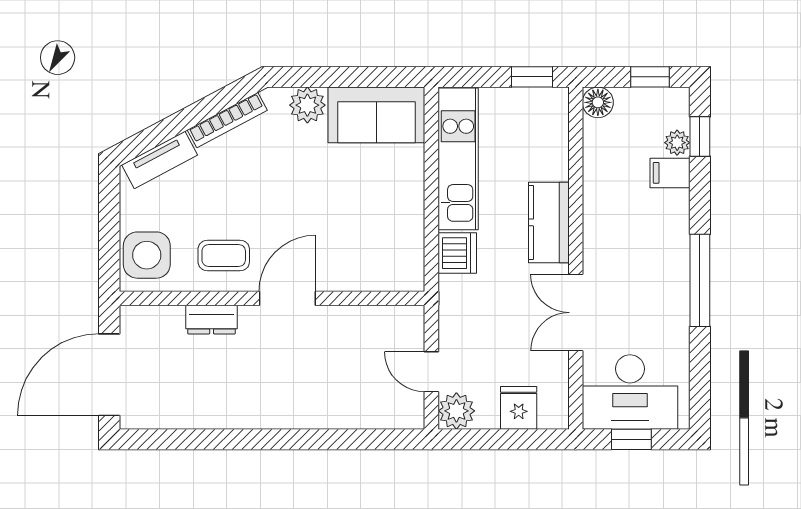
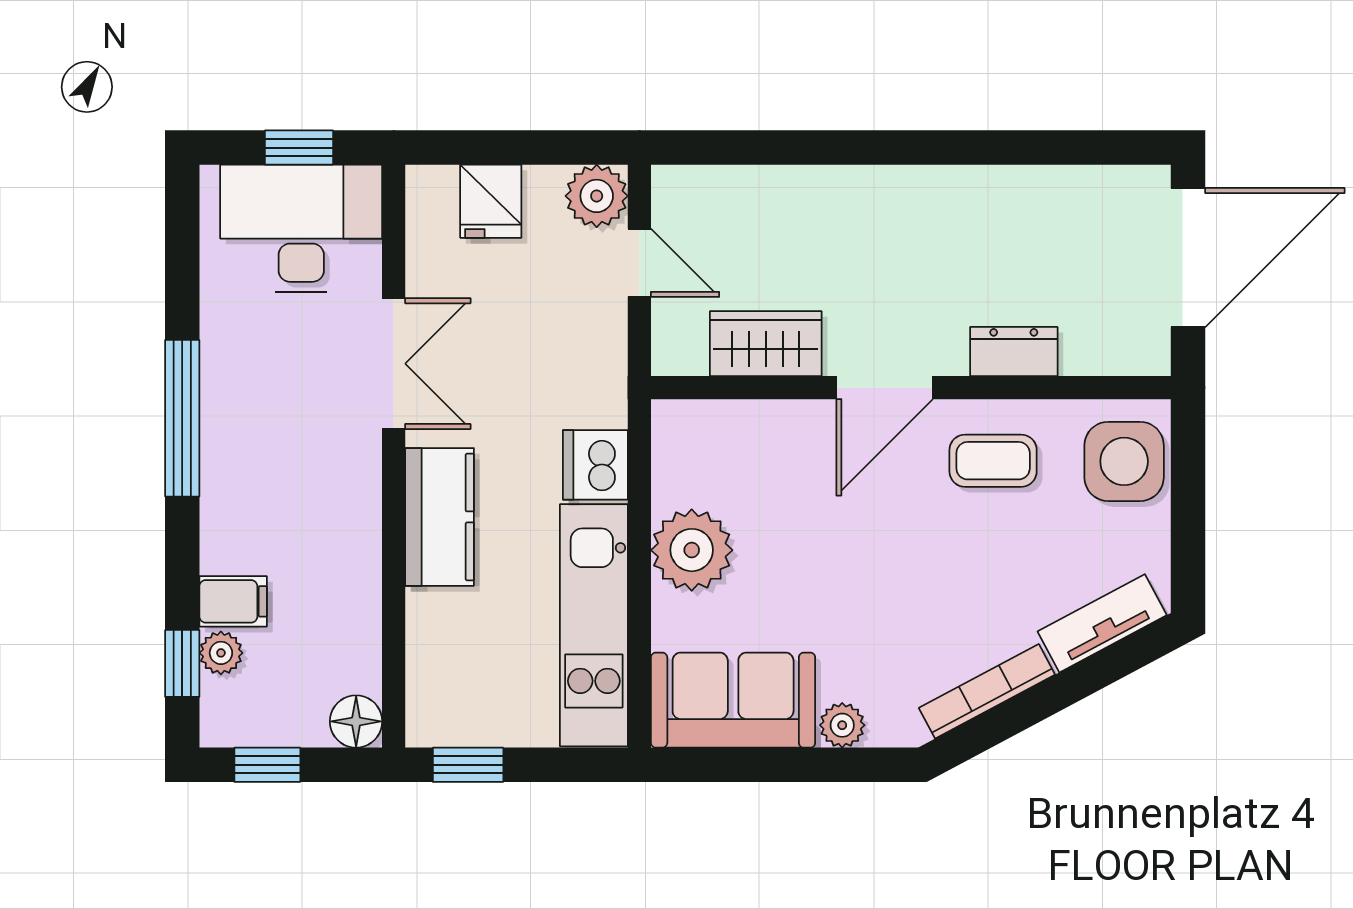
plant: (307, 105) -> (842, 725), width x0.73, depth x0.73
plant: (401, 203) -> (692, 550), added
wardrobe: (357, 324) -> (766, 344), added

